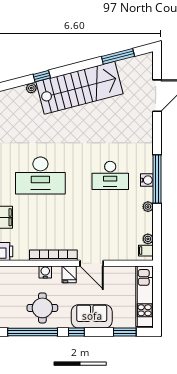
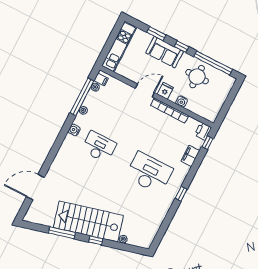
window: (118, 56) -> (62, 233), moved
window: (42, 76) -> (96, 240), moved
window: (157, 179) -> (82, 97), moved
door: (92, 263) -> (145, 91), hinge flipped
window: (125, 332) -> (156, 34), moved

